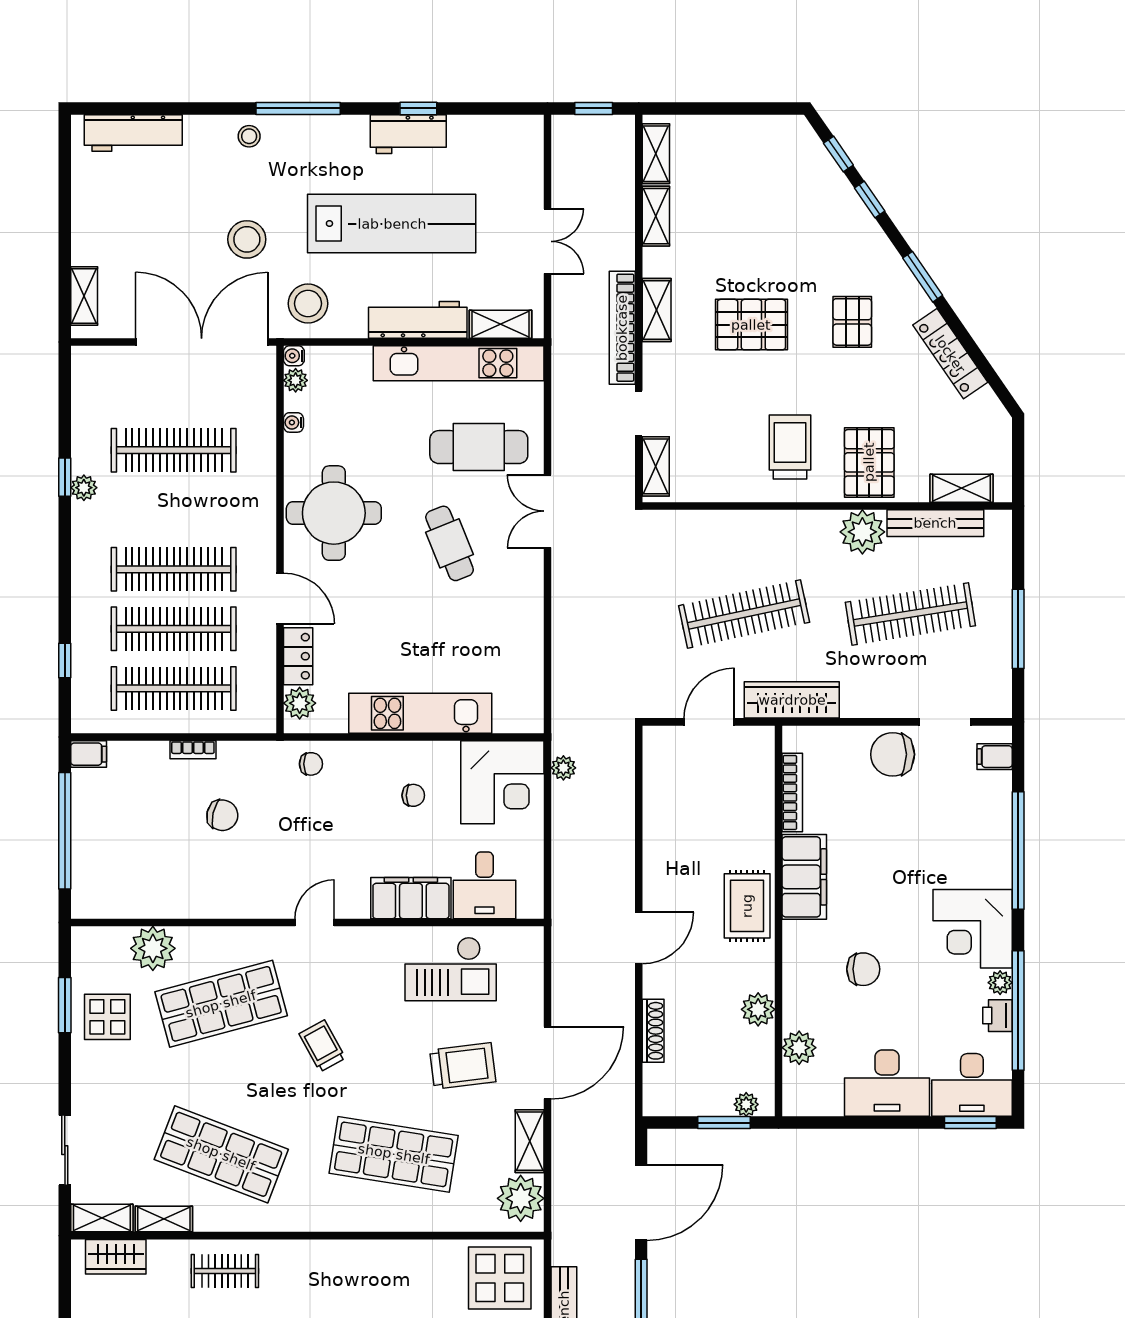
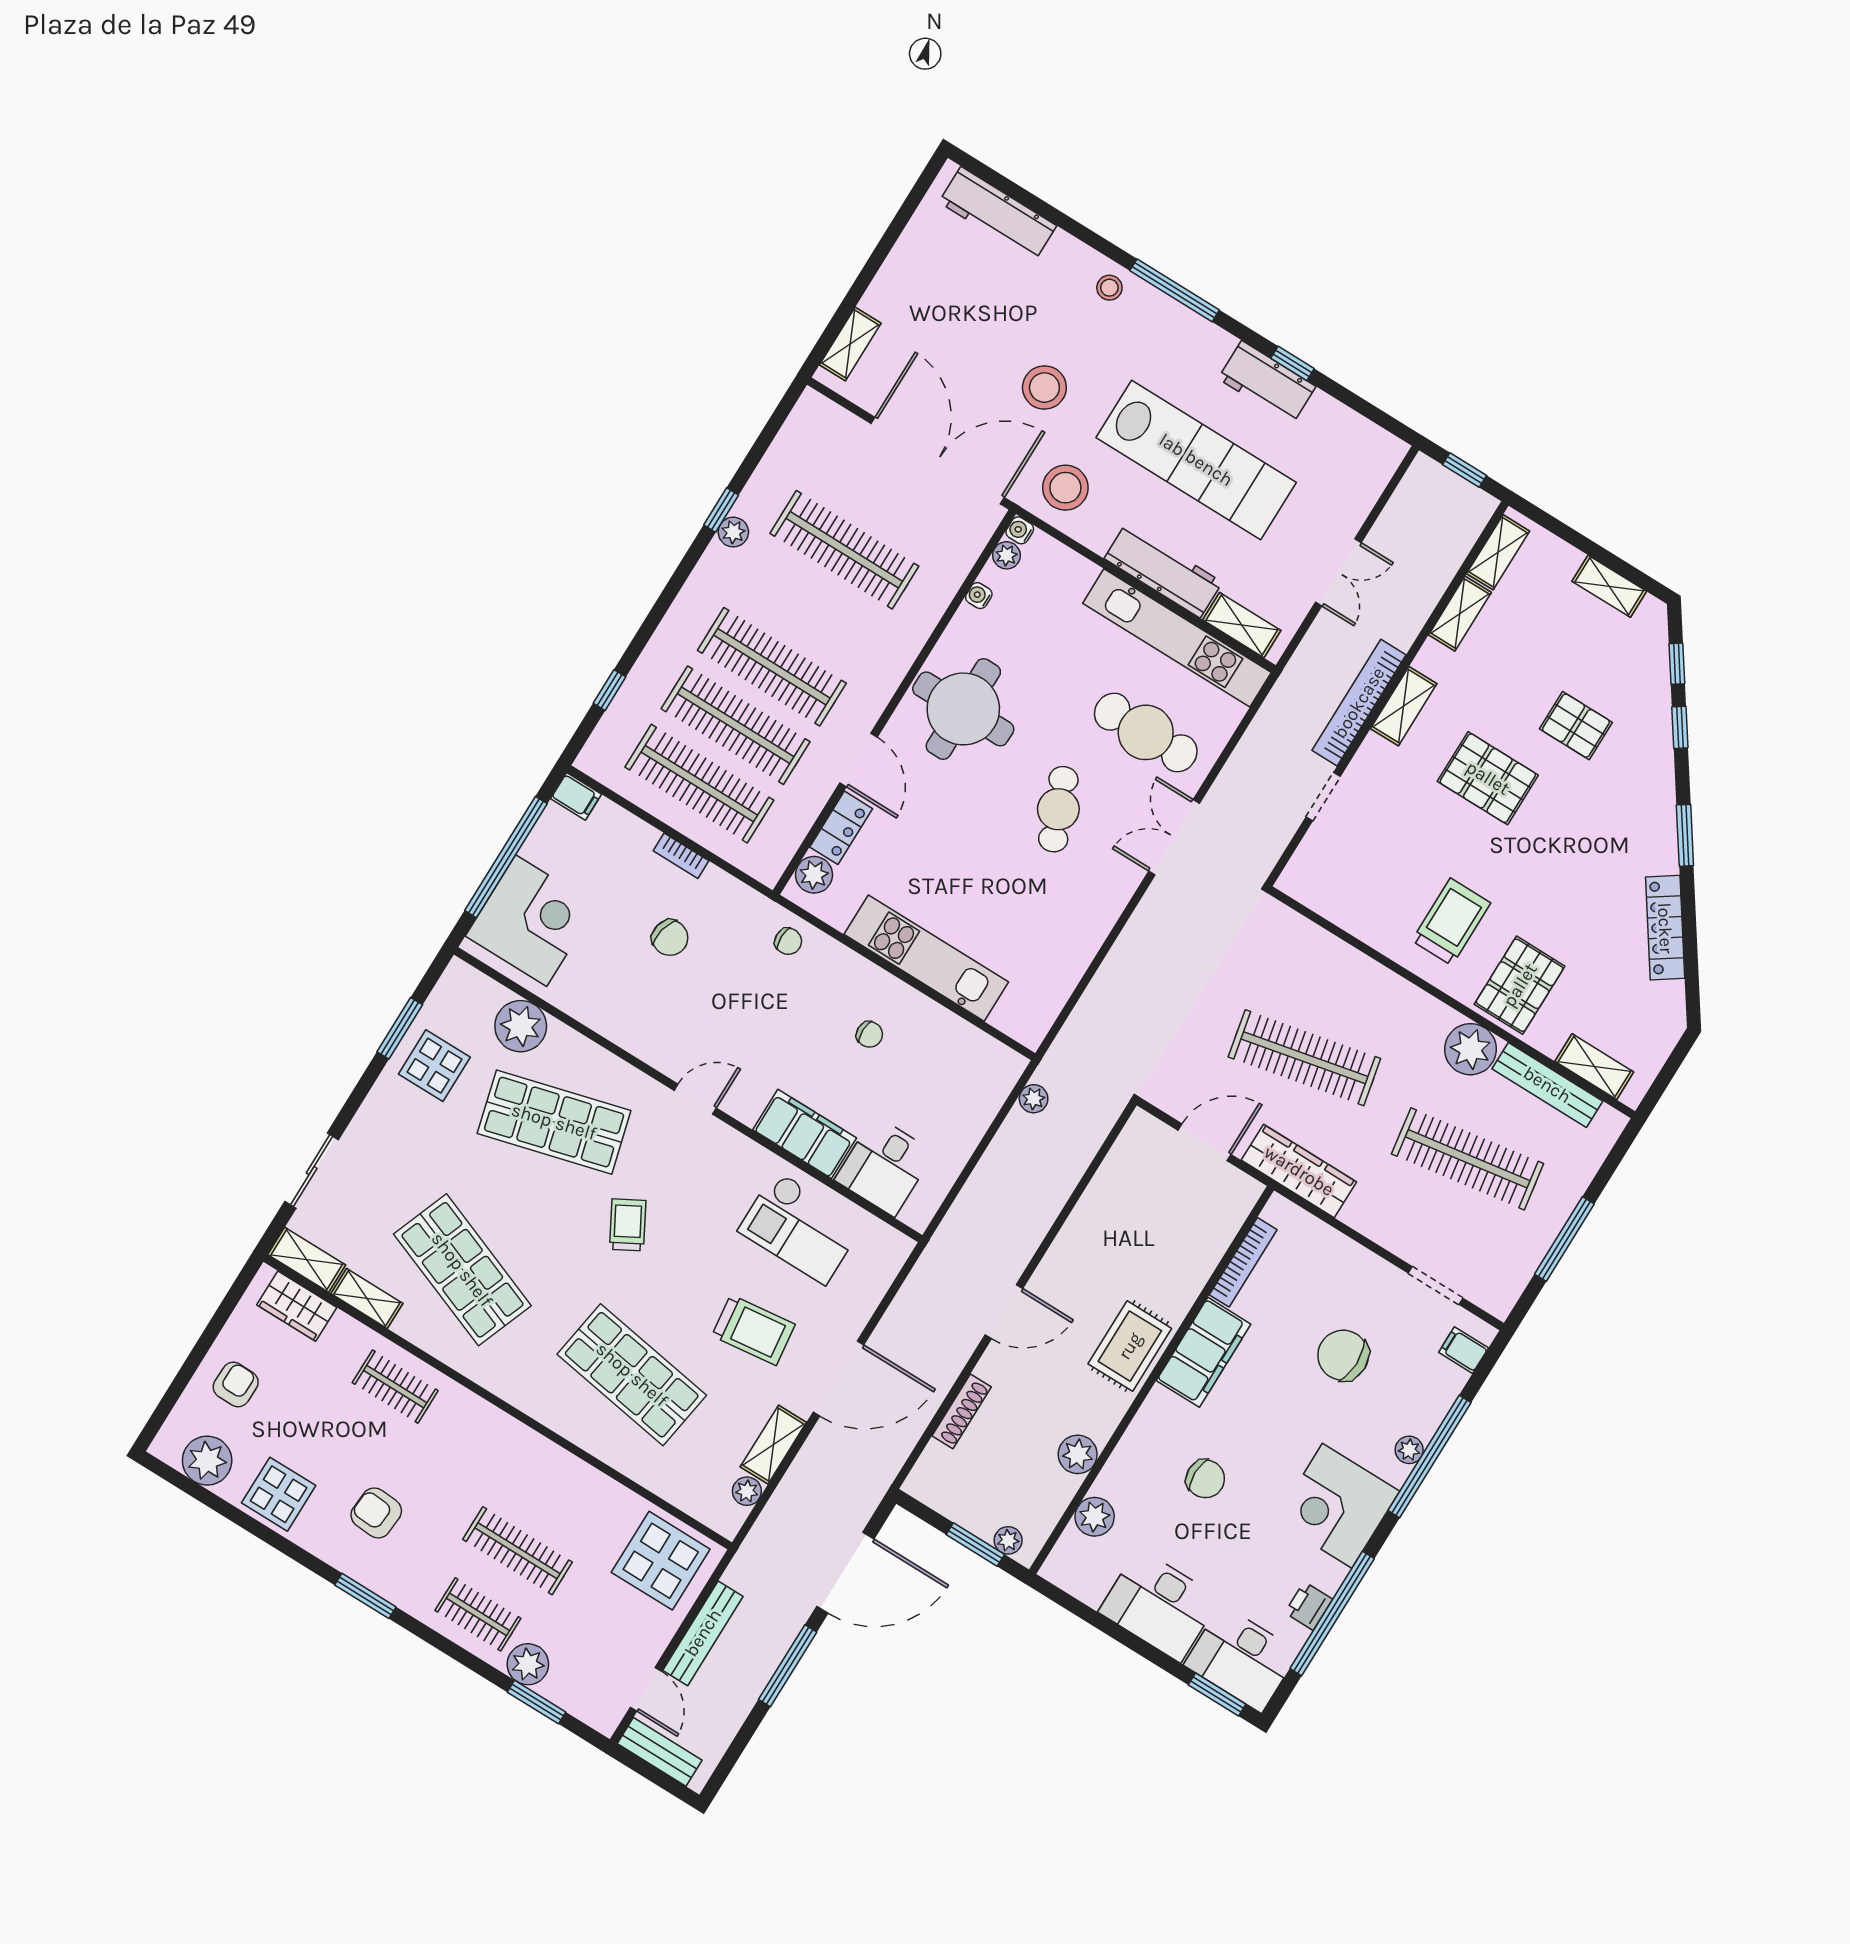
pallet: (852, 322) -> (1576, 726), moved, turned 90
shelving: (656, 466) -> (1609, 586), moved, turned 90
chair: (893, 754) -> (1343, 1355), moved
corner desk: (502, 782) -> (531, 921), moved, turned -90
plant: (1000, 983) -> (1409, 1450), moved
plant: (521, 1198) -> (747, 1491), width x0.53, depth x0.53

